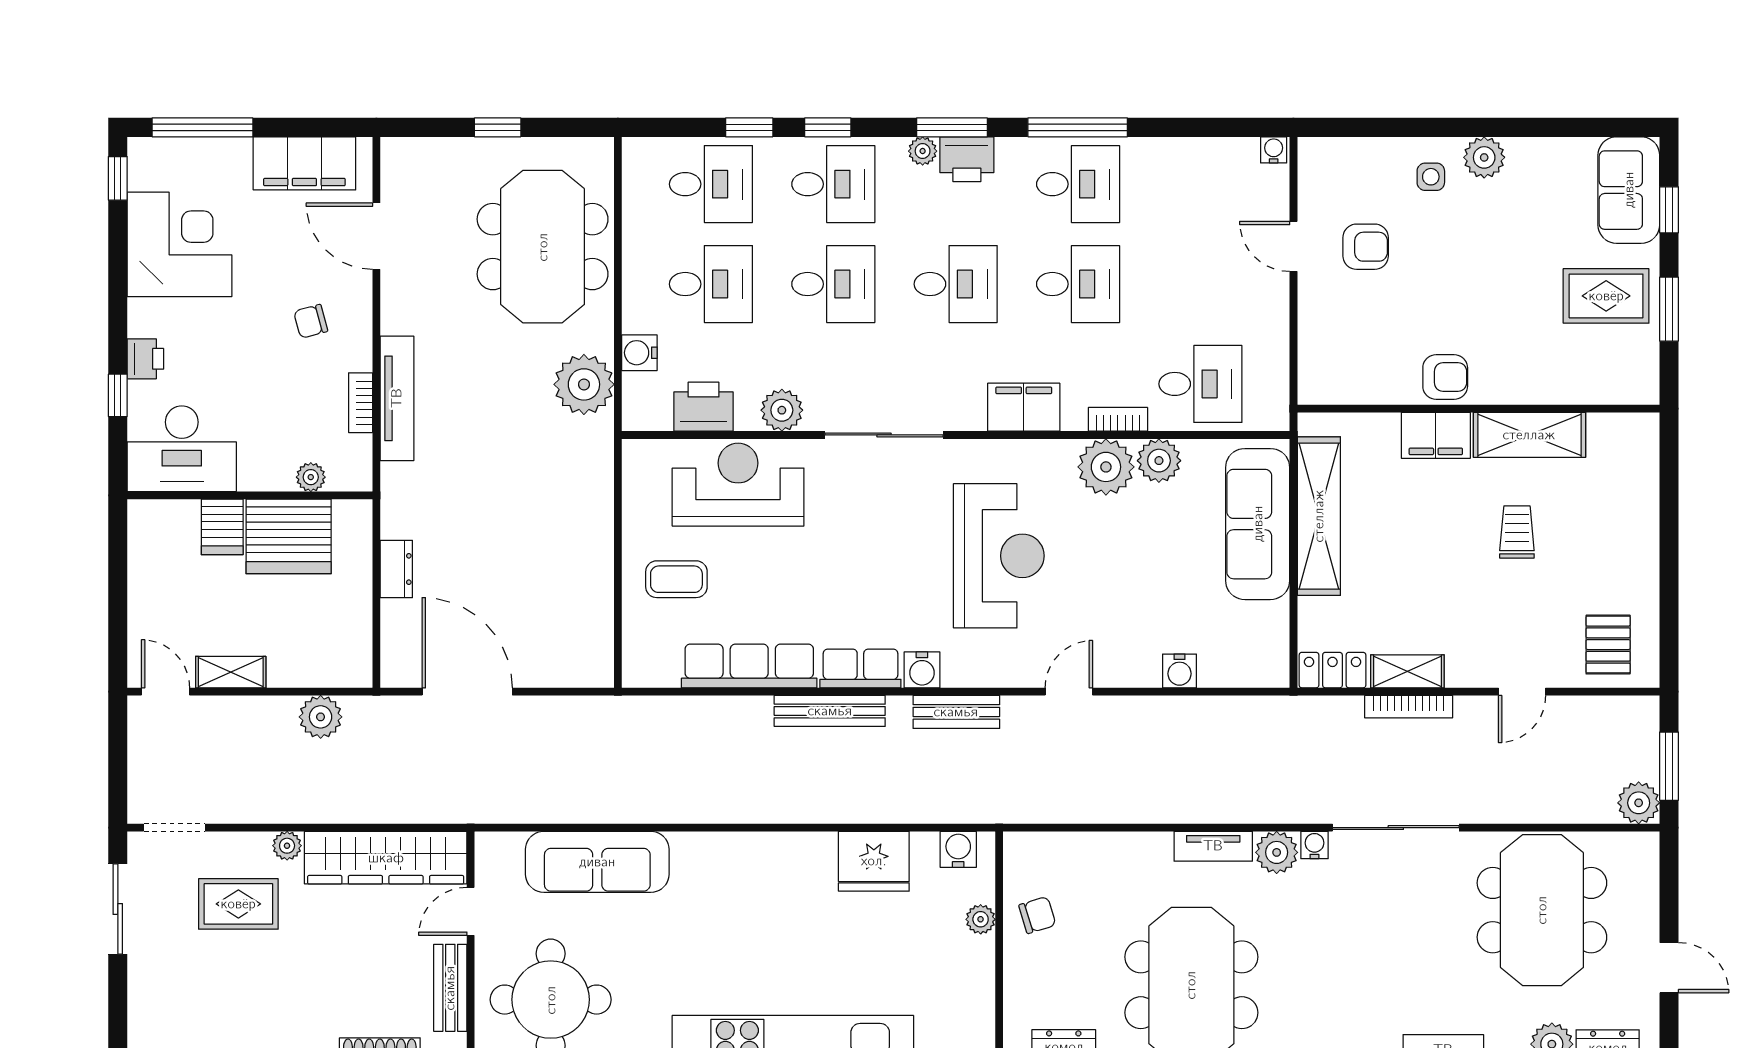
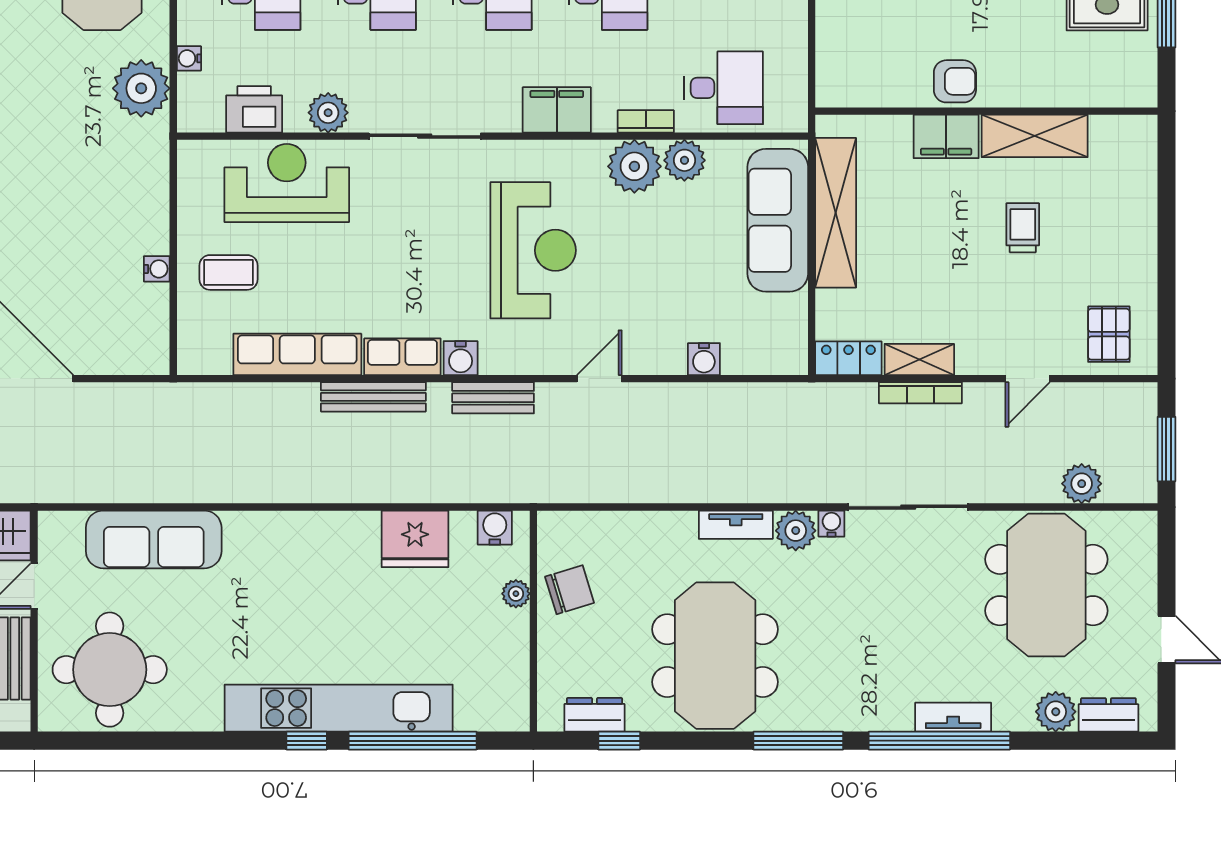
water cooler: (639, 353) -> (189, 58), width x0.72, depth x0.72
water cooler: (601, 576) -> (157, 269), added
plant: (1639, 803) -> (1082, 484), moved
chair: (1037, 915) -> (570, 590), width x1.37, depth x1.37

